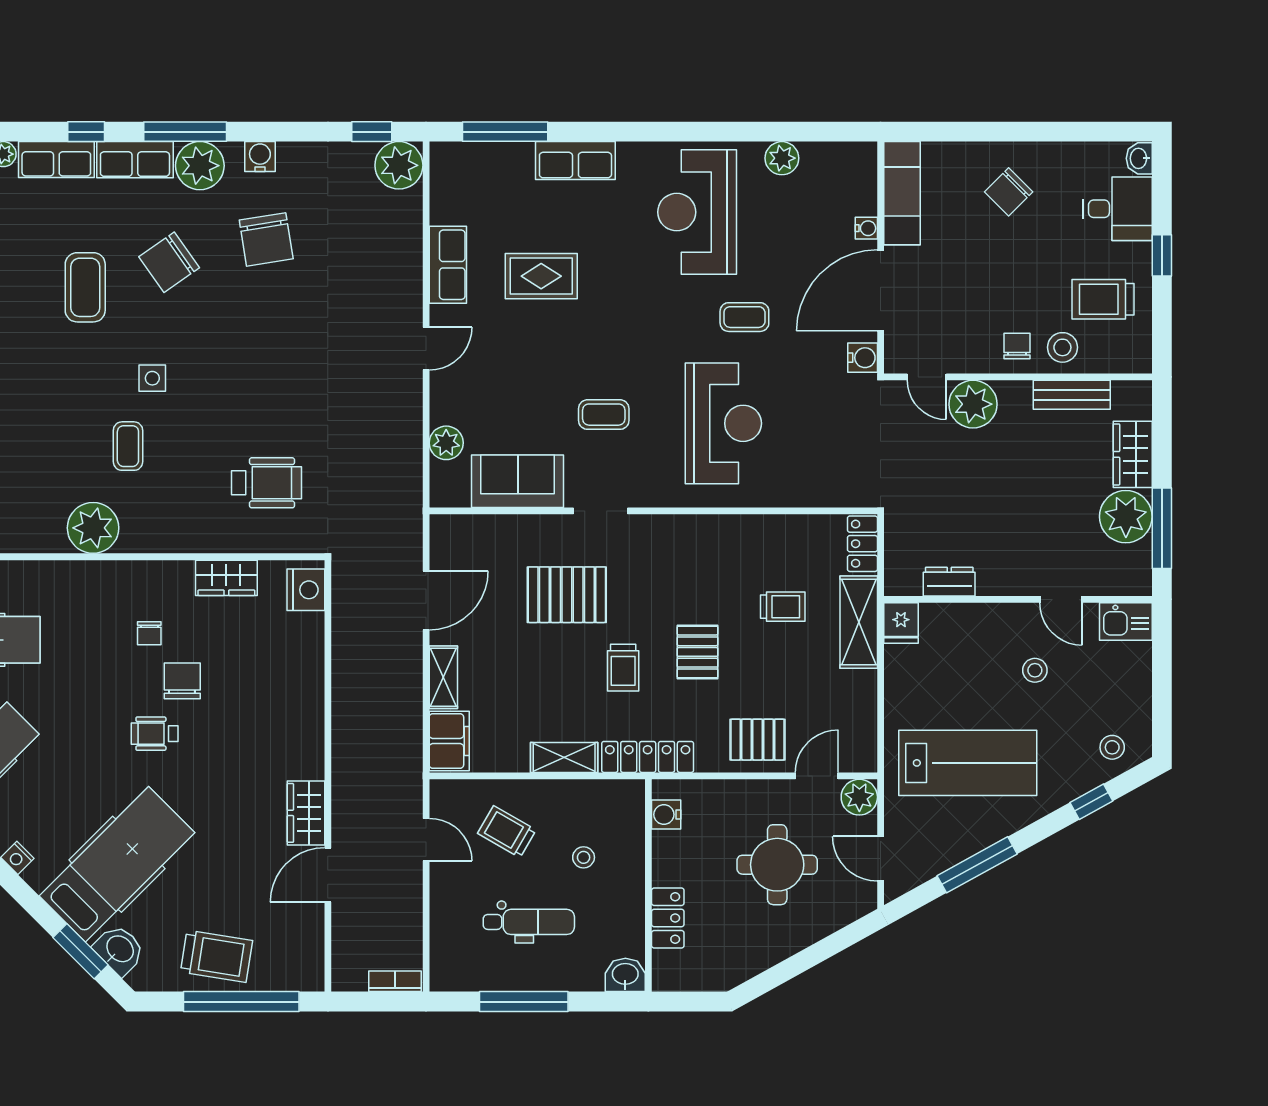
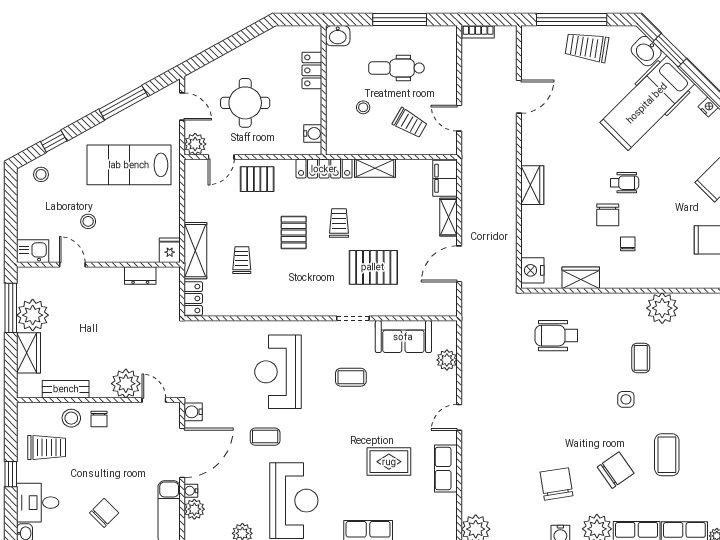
plant: (861, 198) -> (194, 509), added
trolley: (783, 607) -> (242, 260), turned 90
wardrobe: (306, 813) -> (532, 185), moved

